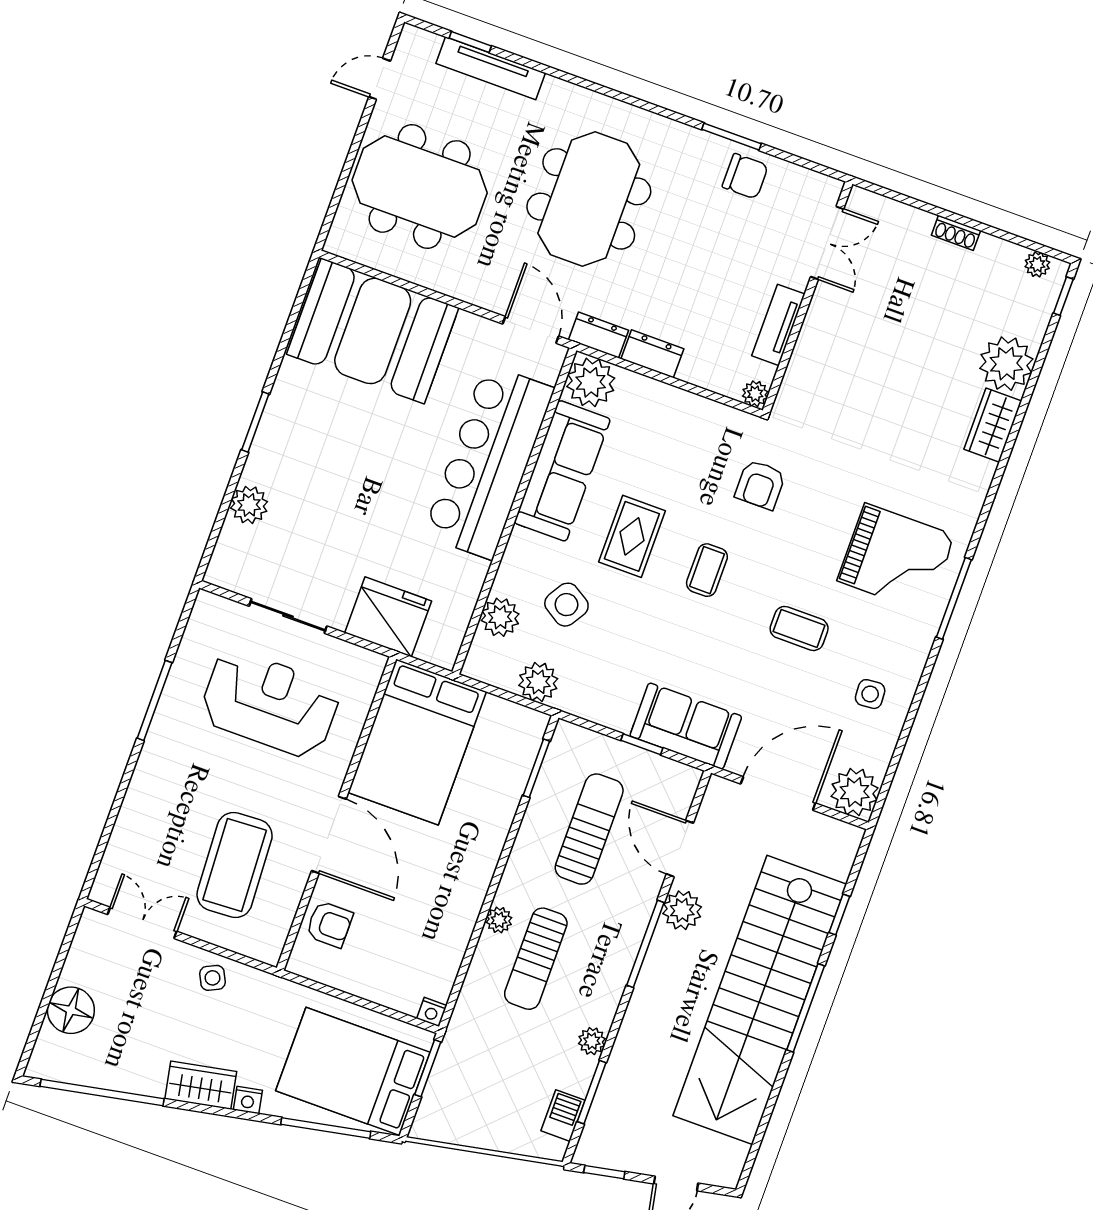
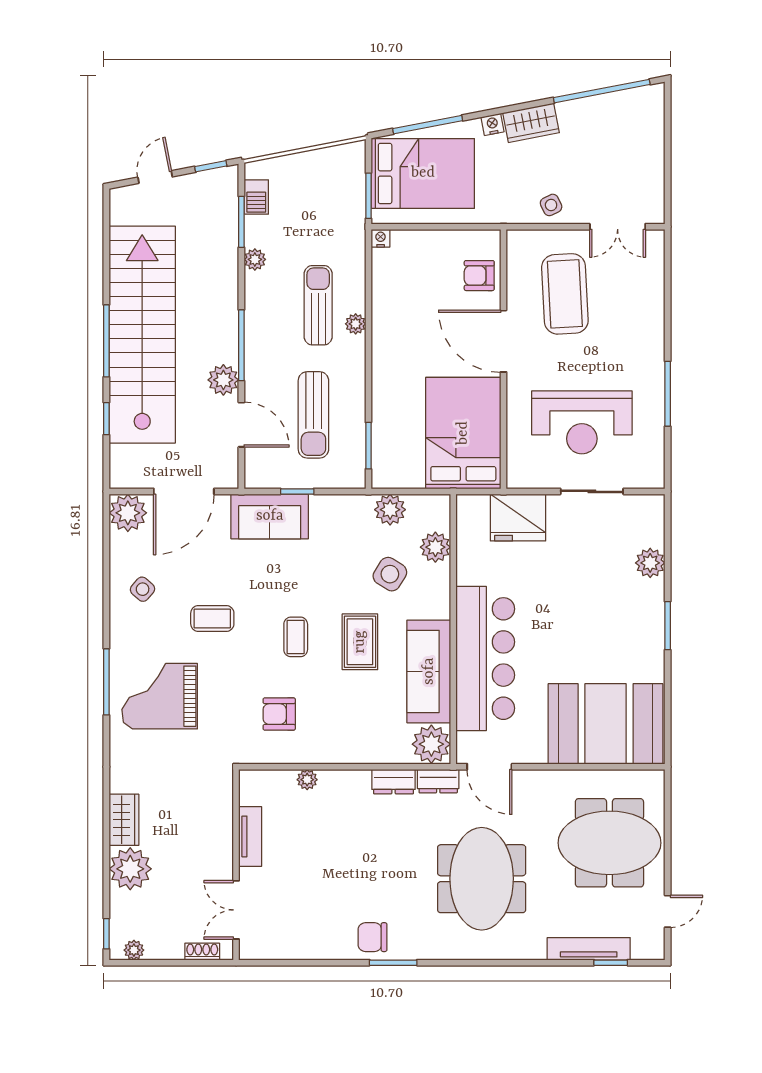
double door: (827, 243) -> (236, 910), moved
wall: (808, 297) -> (236, 865), moved
tv unit: (778, 325) -> (250, 836), moved
armchair: (760, 485) -> (279, 714), turned -90
side table: (870, 694) -> (143, 589), turned 45
floor lamp: (71, 1010) -> (647, 143), removed

